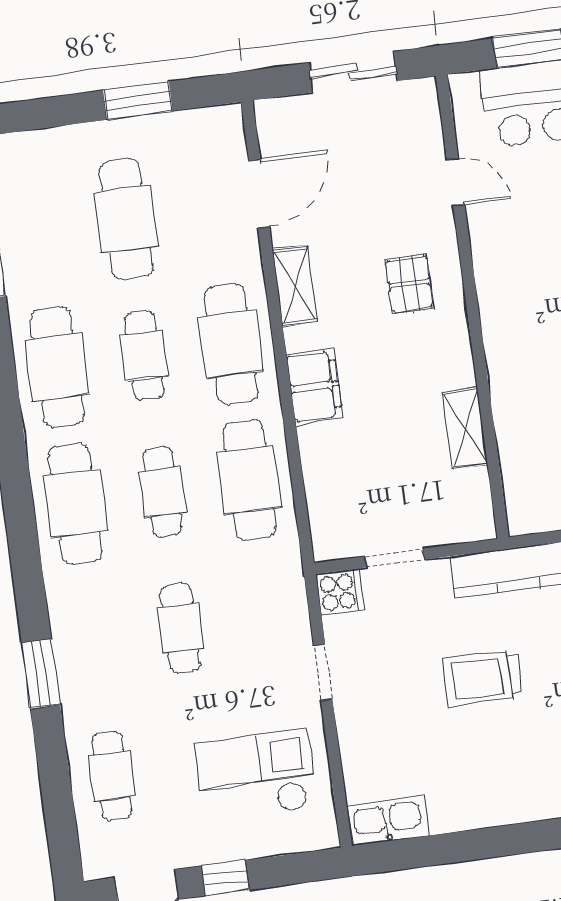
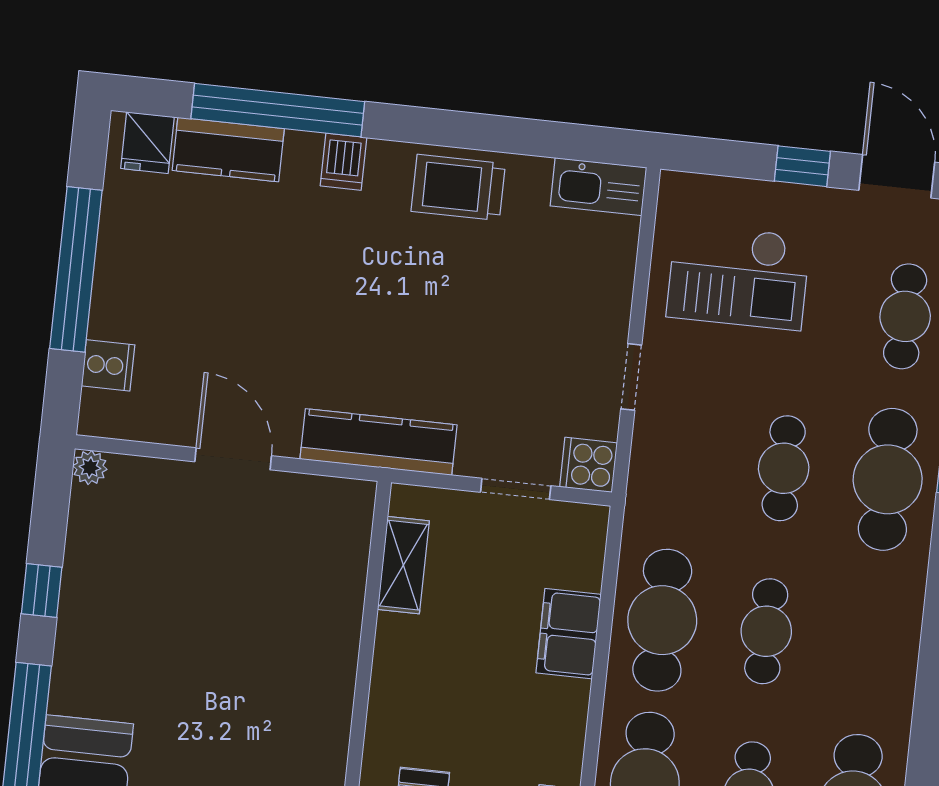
filing cabinet: (314, 386) -> (569, 634), moved
shelving: (465, 428) -> (403, 565), moved
cafe table: (75, 503) -> (888, 479), moved
trolley: (483, 678) -> (458, 187), moved, turned 180

